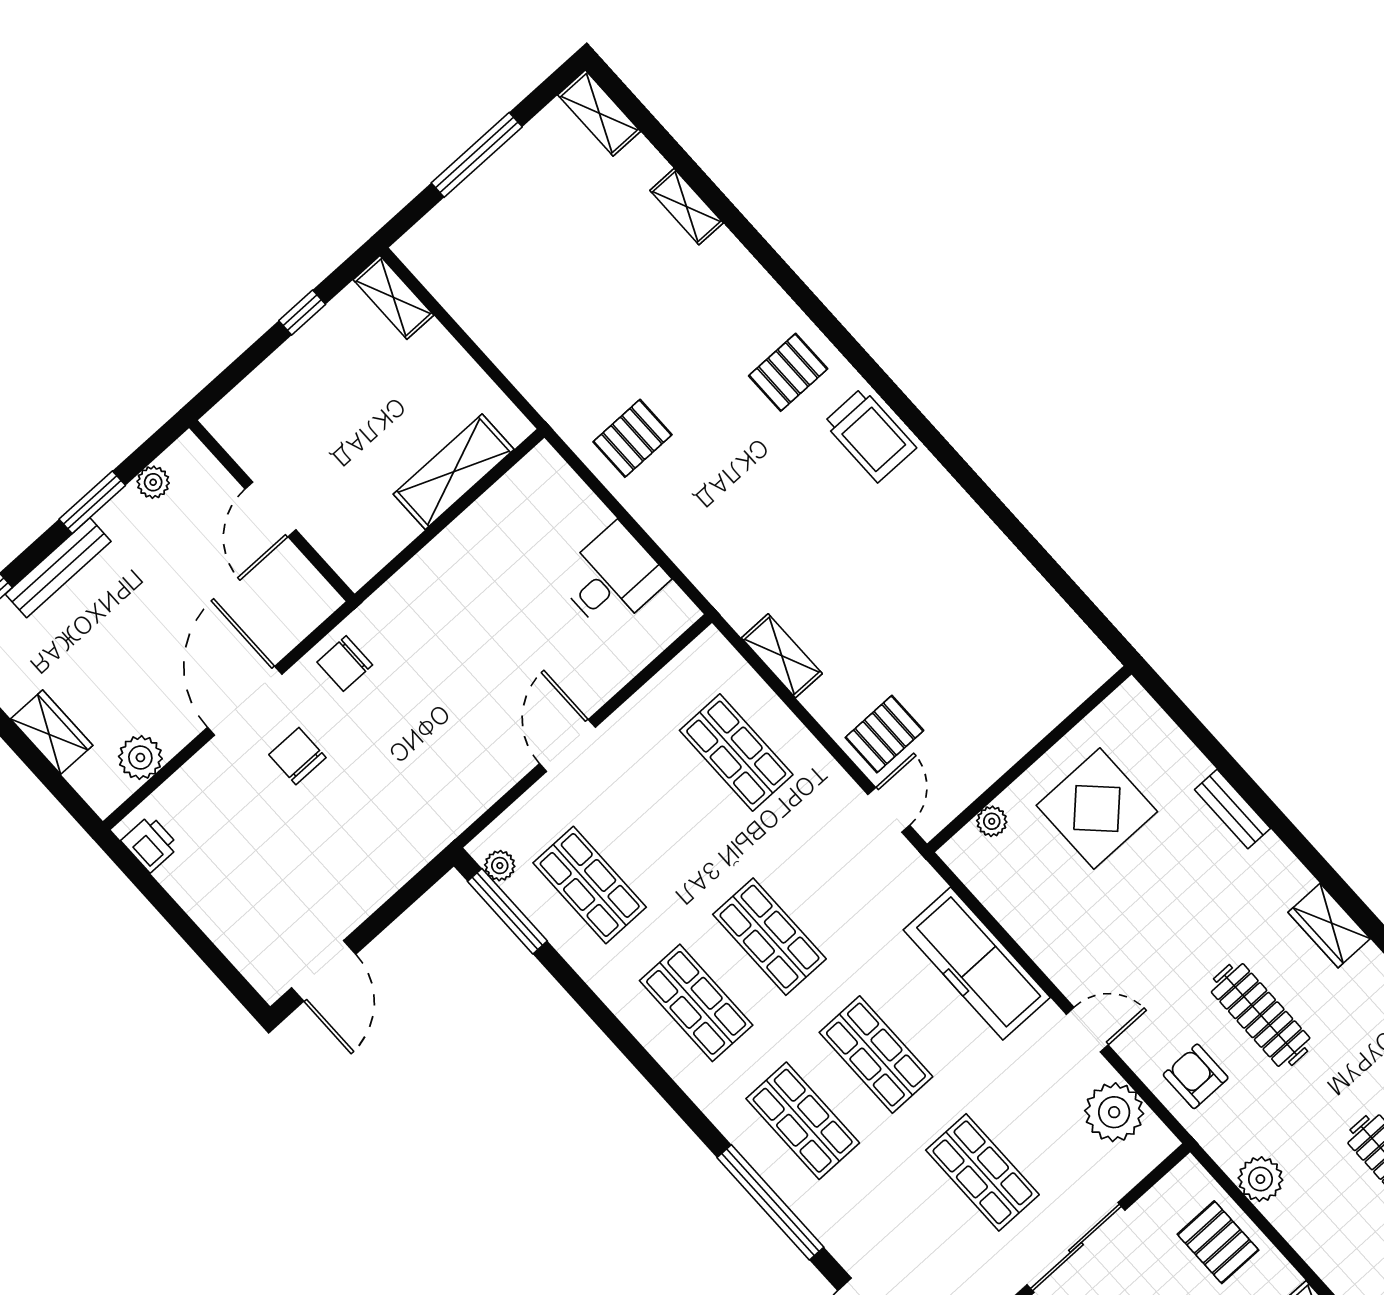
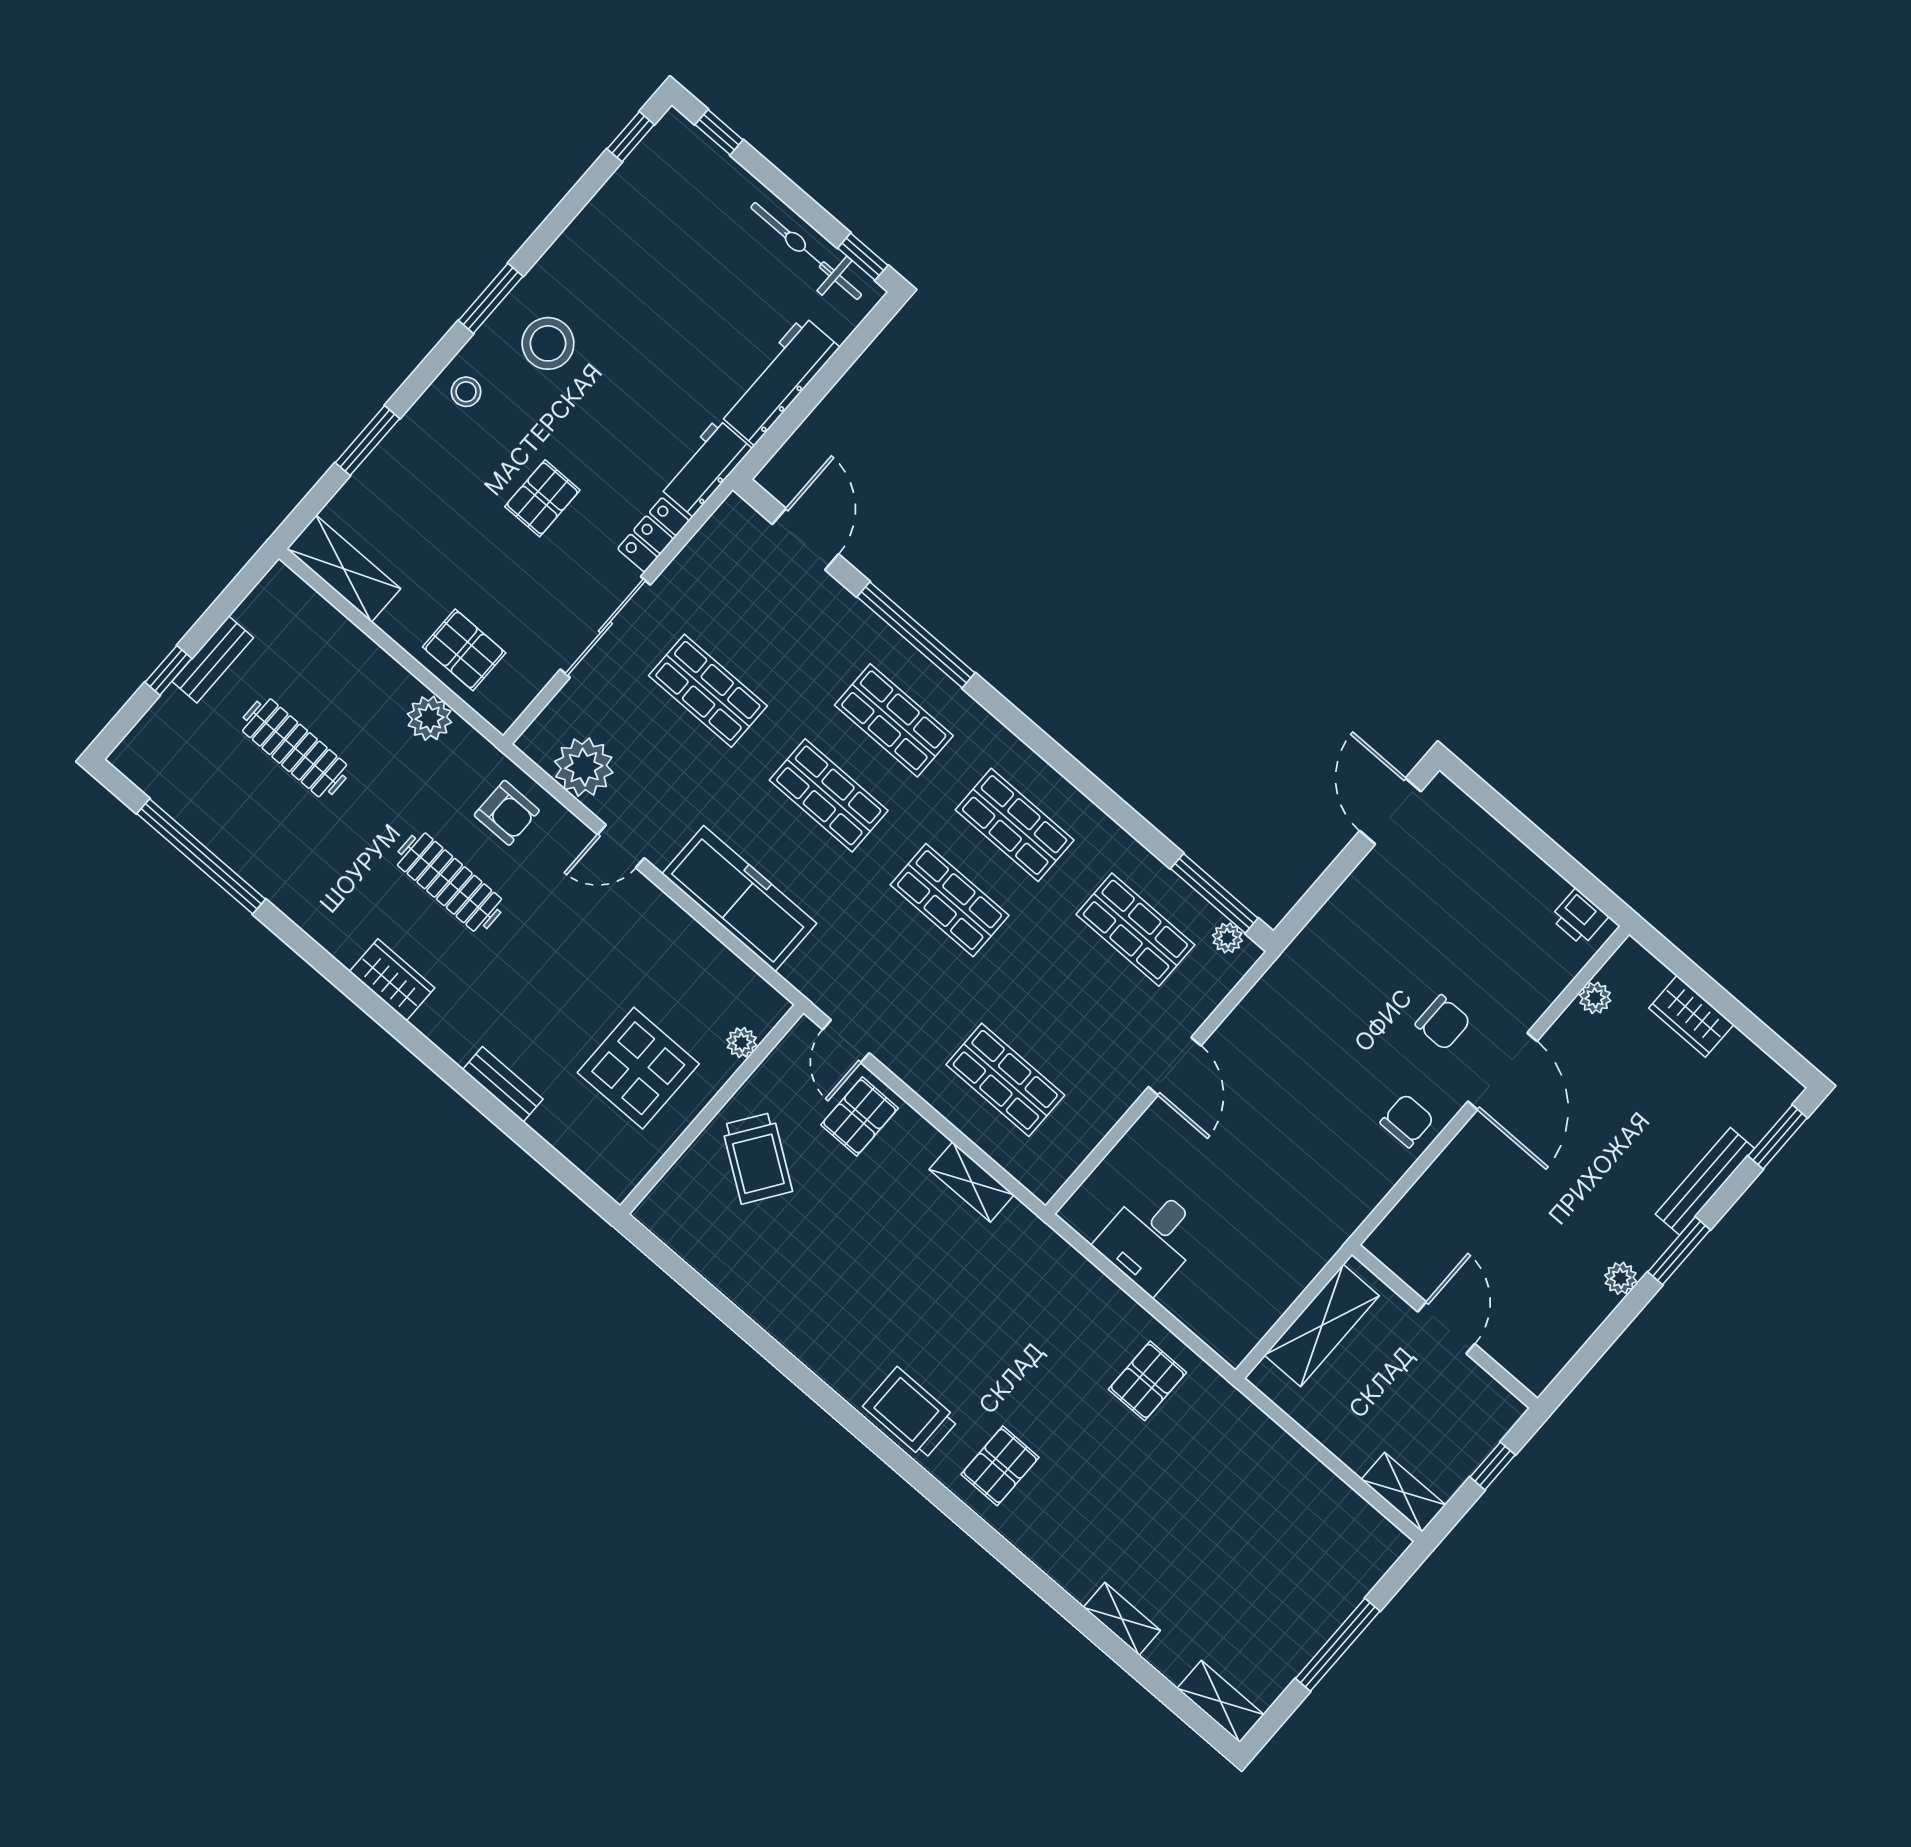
door: (270, 509) -> (1446, 1328), moved
wall: (272, 511) -> (1445, 1326), moved
trolley: (991, 705) -> (757, 1158), added
plant: (140, 758) -> (1595, 998), width x0.73, depth x0.73

